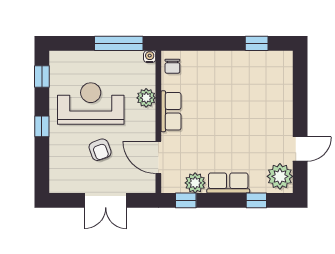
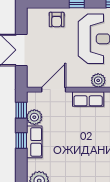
armchair: (100, 150) -> (57, 20), moved, turned -70
window: (256, 200) -> (21, 141), moved

